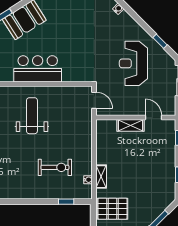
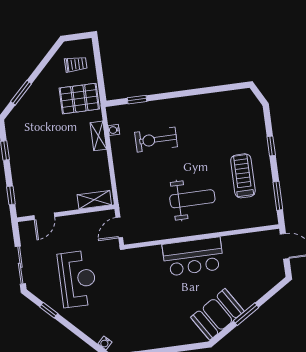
door: (94, 100) -> (119, 227), hinge flipped
weight bench: (32, 116) -> (192, 199), turned -90
door: (153, 118) -> (44, 216), hinge flipped
shelving: (131, 125) -> (94, 200), moved

